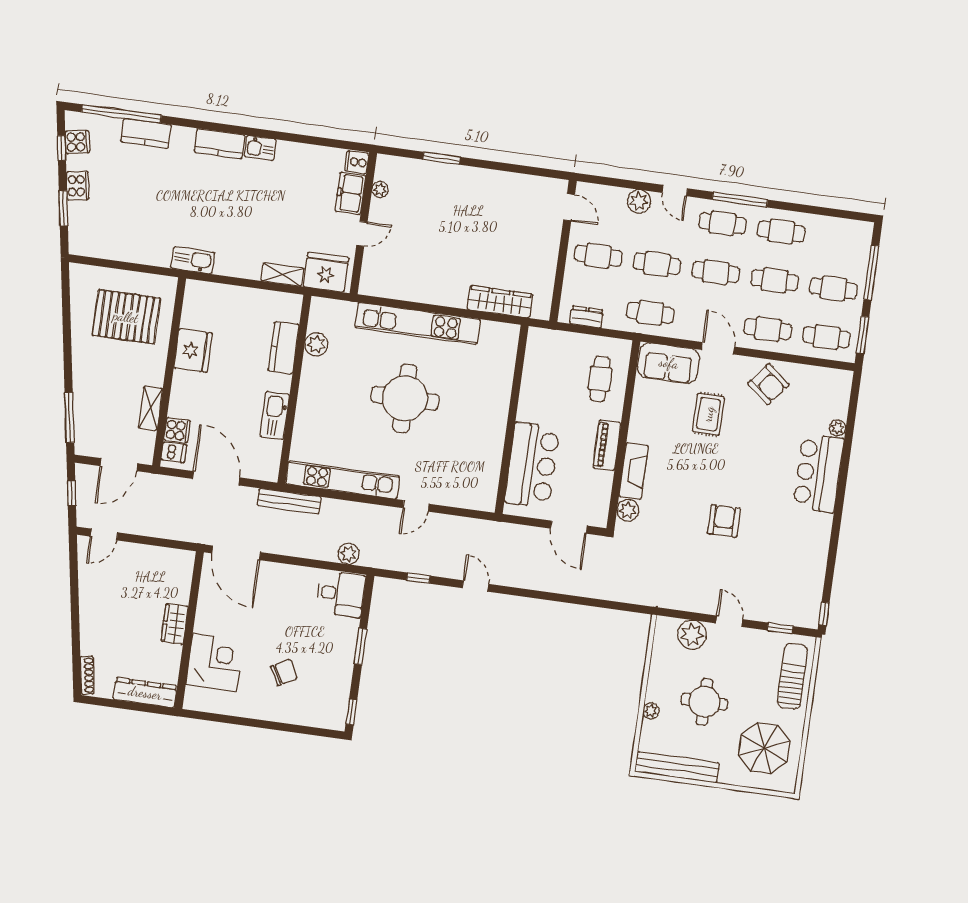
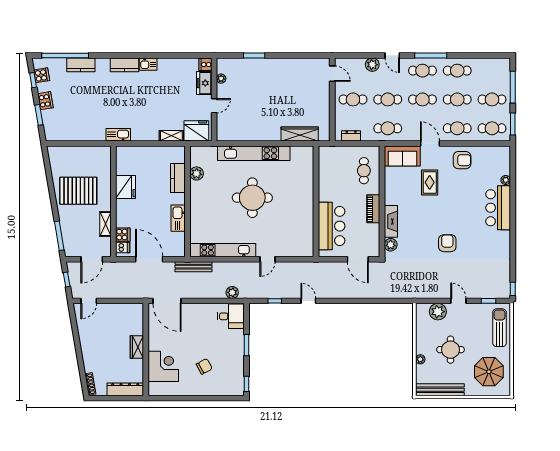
pallet: (126, 317) -> (78, 191), moved
armchair: (768, 384) -> (462, 160), turned -39

